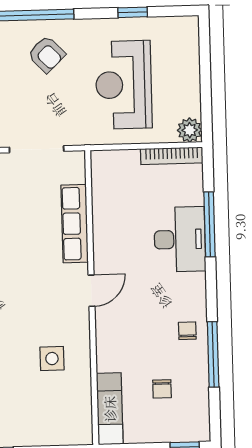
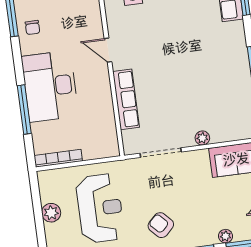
plant: (190, 130) -> (51, 213), moved
desk: (180, 239) -> (50, 86), width x1.36, depth x1.30
door: (91, 291) -> (108, 50), hinge flipped

